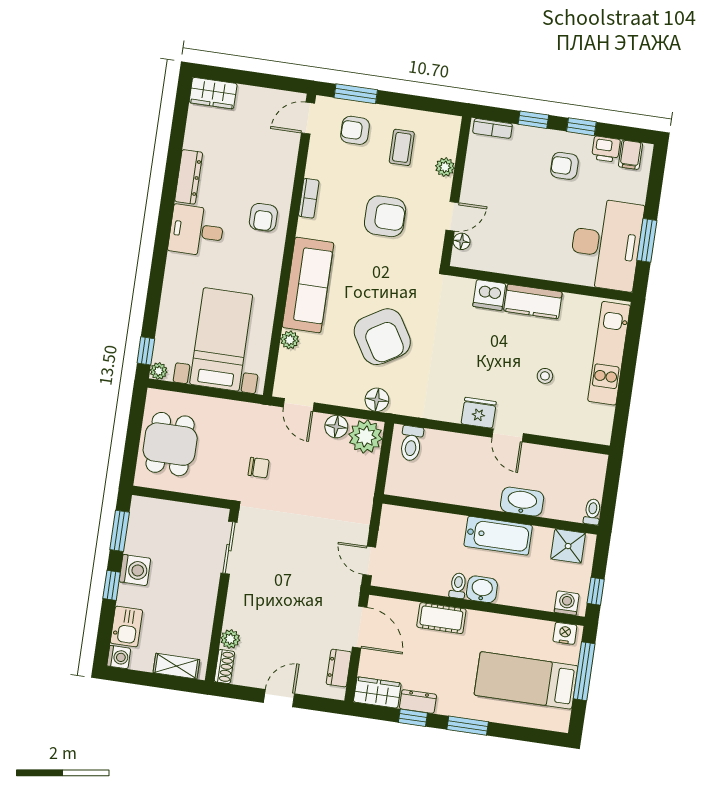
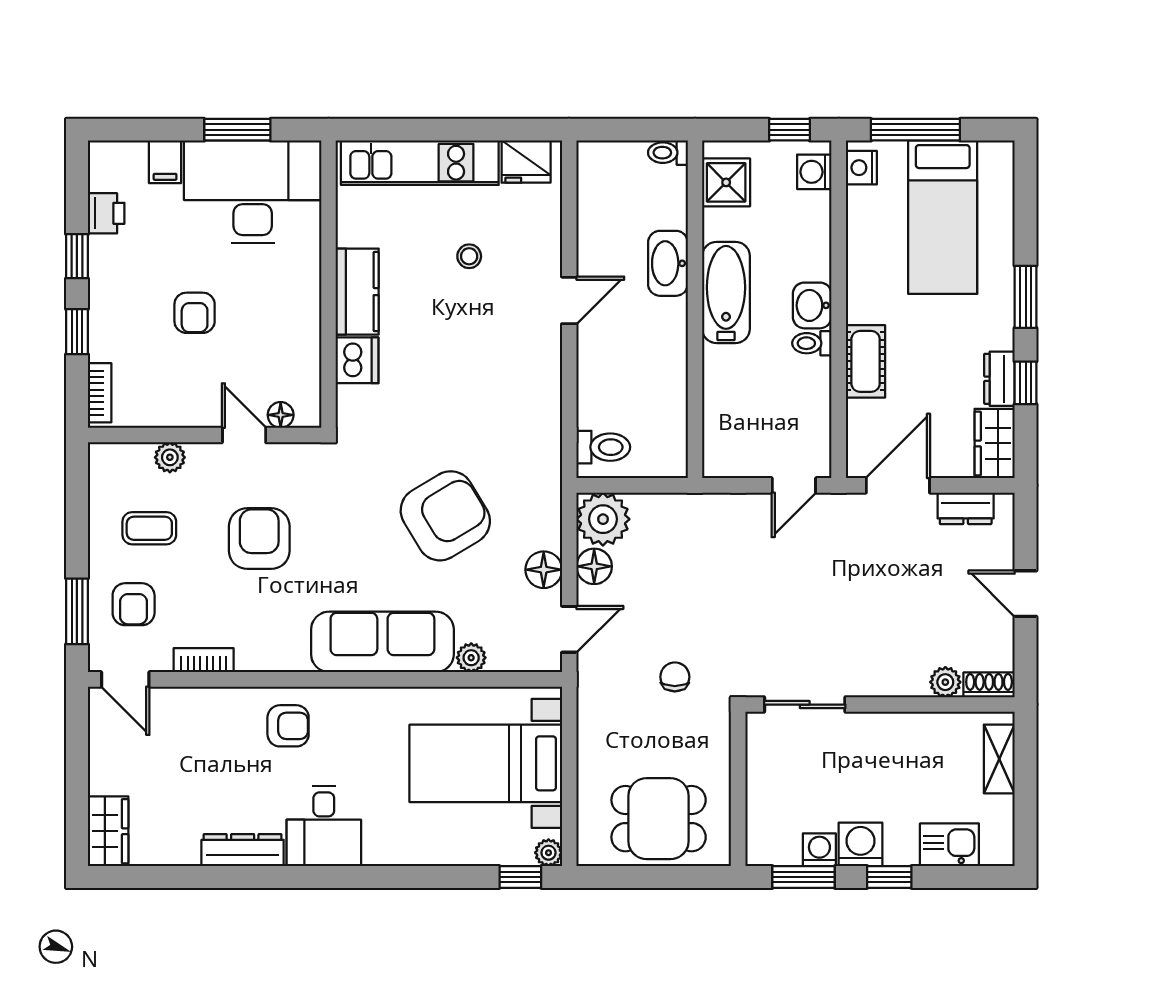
filing cabinet: (630, 155) -> (165, 162), moved, turned 90
armchair: (564, 166) -> (195, 313), moved
bookcase: (309, 198) -> (204, 660), moved
floor lamp: (377, 400) -> (544, 570), moved
fridge: (479, 413) -> (526, 162), moved, turned -90
washing machine: (119, 657) -> (819, 850), moved

